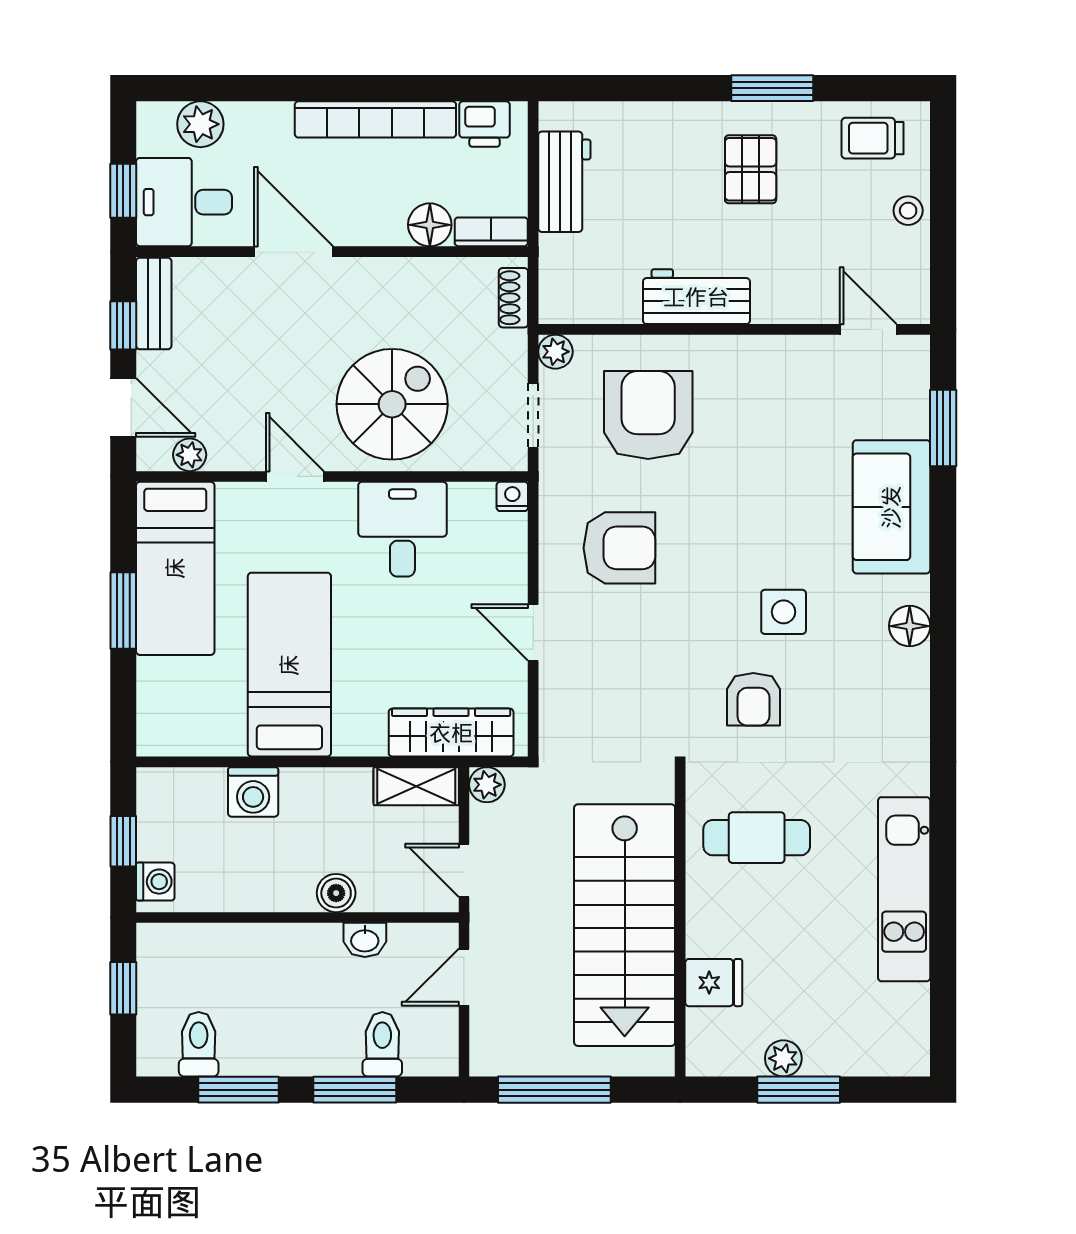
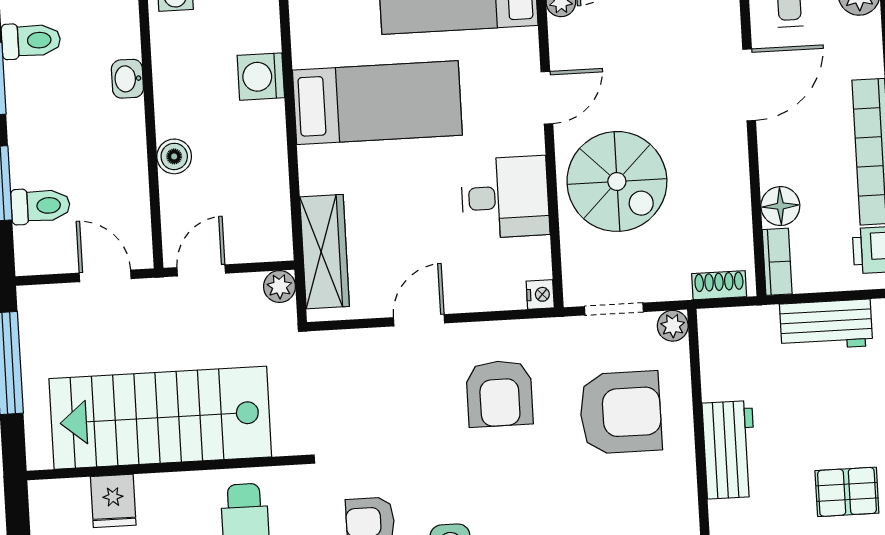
shelving: (416, 786) -> (275, 223), removed
washbasin: (365, 940) -> (127, 79), moved

